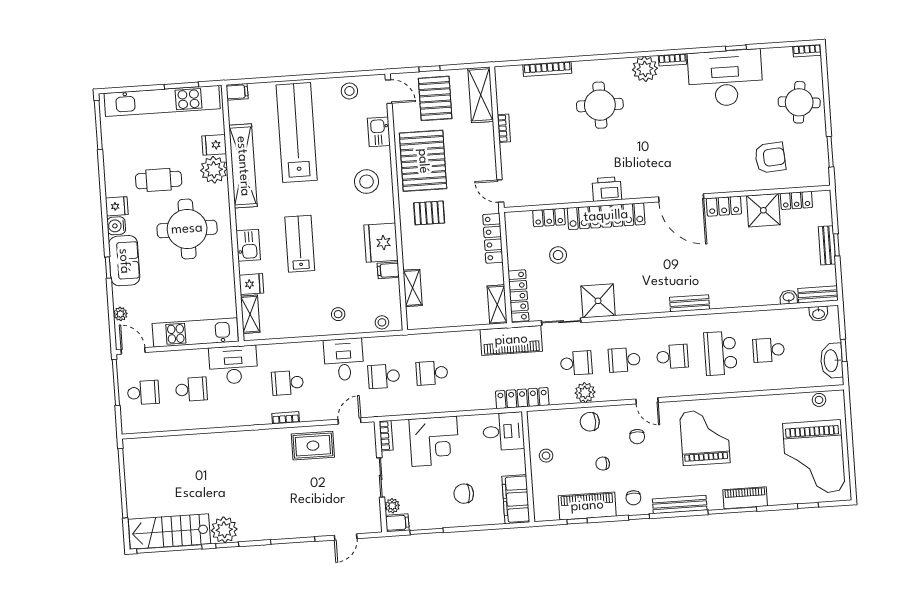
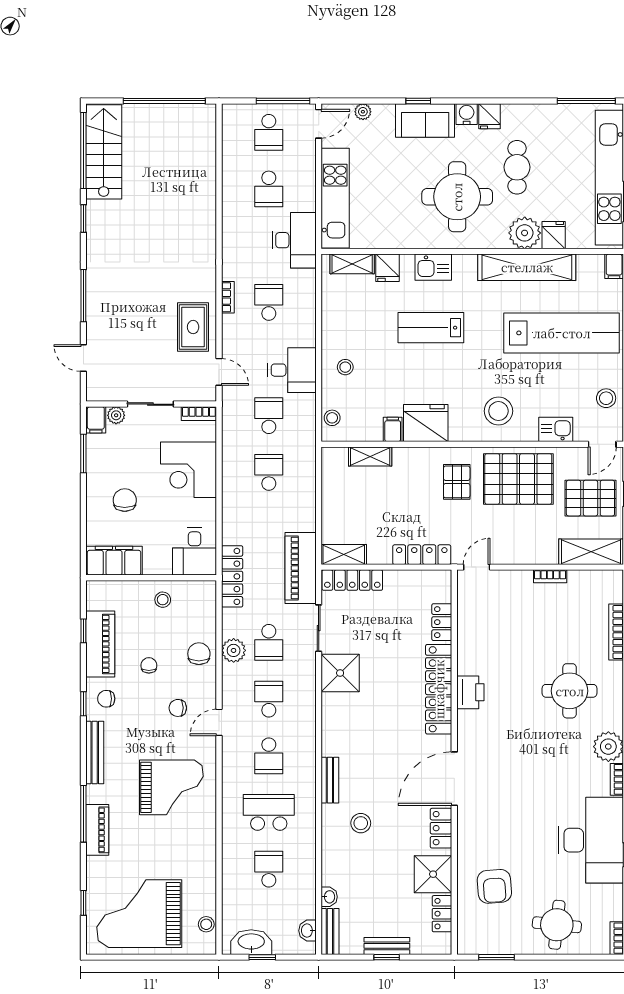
lab bench: (300, 244) -> (431, 328), turned 180
stool: (558, 255) -> (361, 823), moved
plant: (224, 530) -> (101, 216), removed

